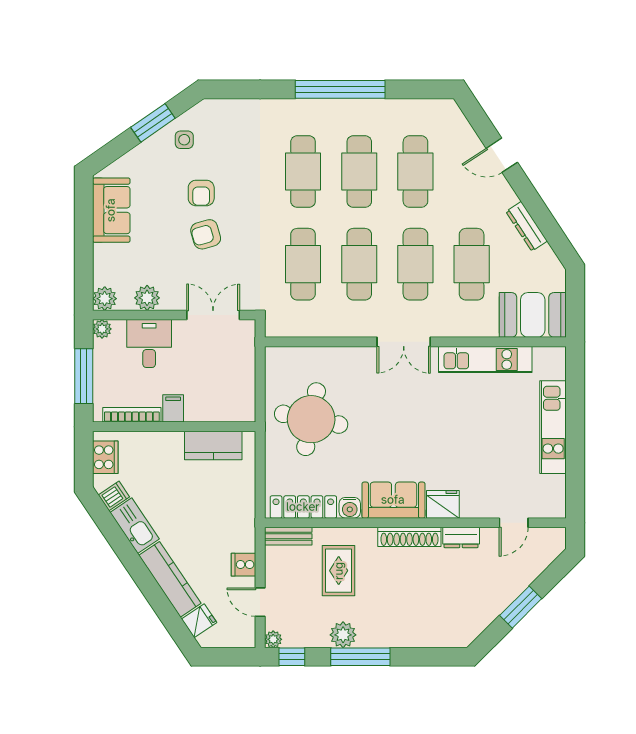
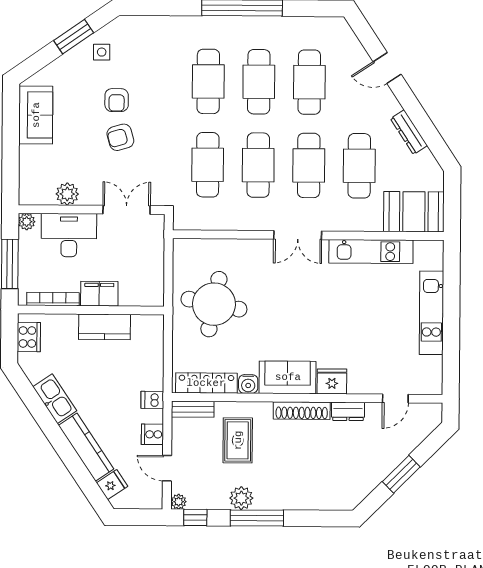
plant: (105, 299) -> (29, 194), removed
desk: (149, 344) -> (69, 235), width x1.37
filing cabinet: (173, 408) -> (99, 294), width x2.00
kitchen counter: (213, 445) -> (105, 327), moved
dishwasher: (114, 496) -> (152, 400), moved, turned -146

